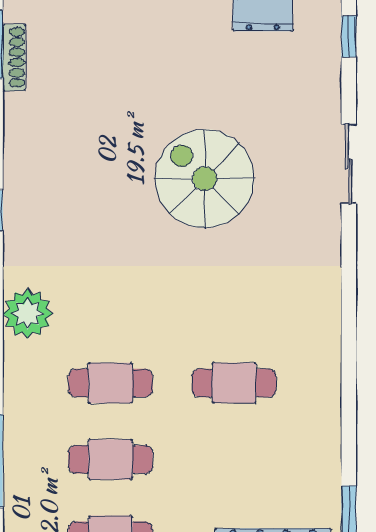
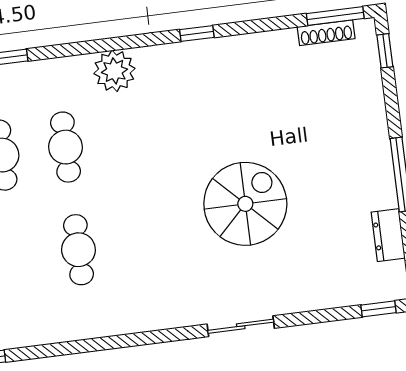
sliding door: (349, 164) -> (241, 326), moved

